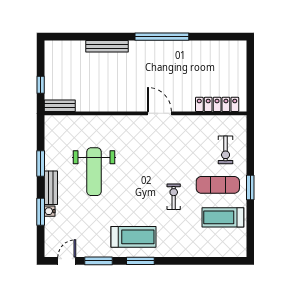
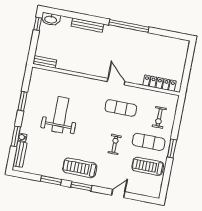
washbasin: (57, 48) -> (51, 19), added
window: (41, 85) -> (38, 24), moved
exercise mat: (172, 147) -> (121, 108), added
weight bench: (94, 172) -> (60, 115), turned 180
bench: (51, 188) -> (20, 154), moved
treadmill: (133, 237) -> (80, 168), turned 180
door: (67, 261) -> (118, 193), moved

